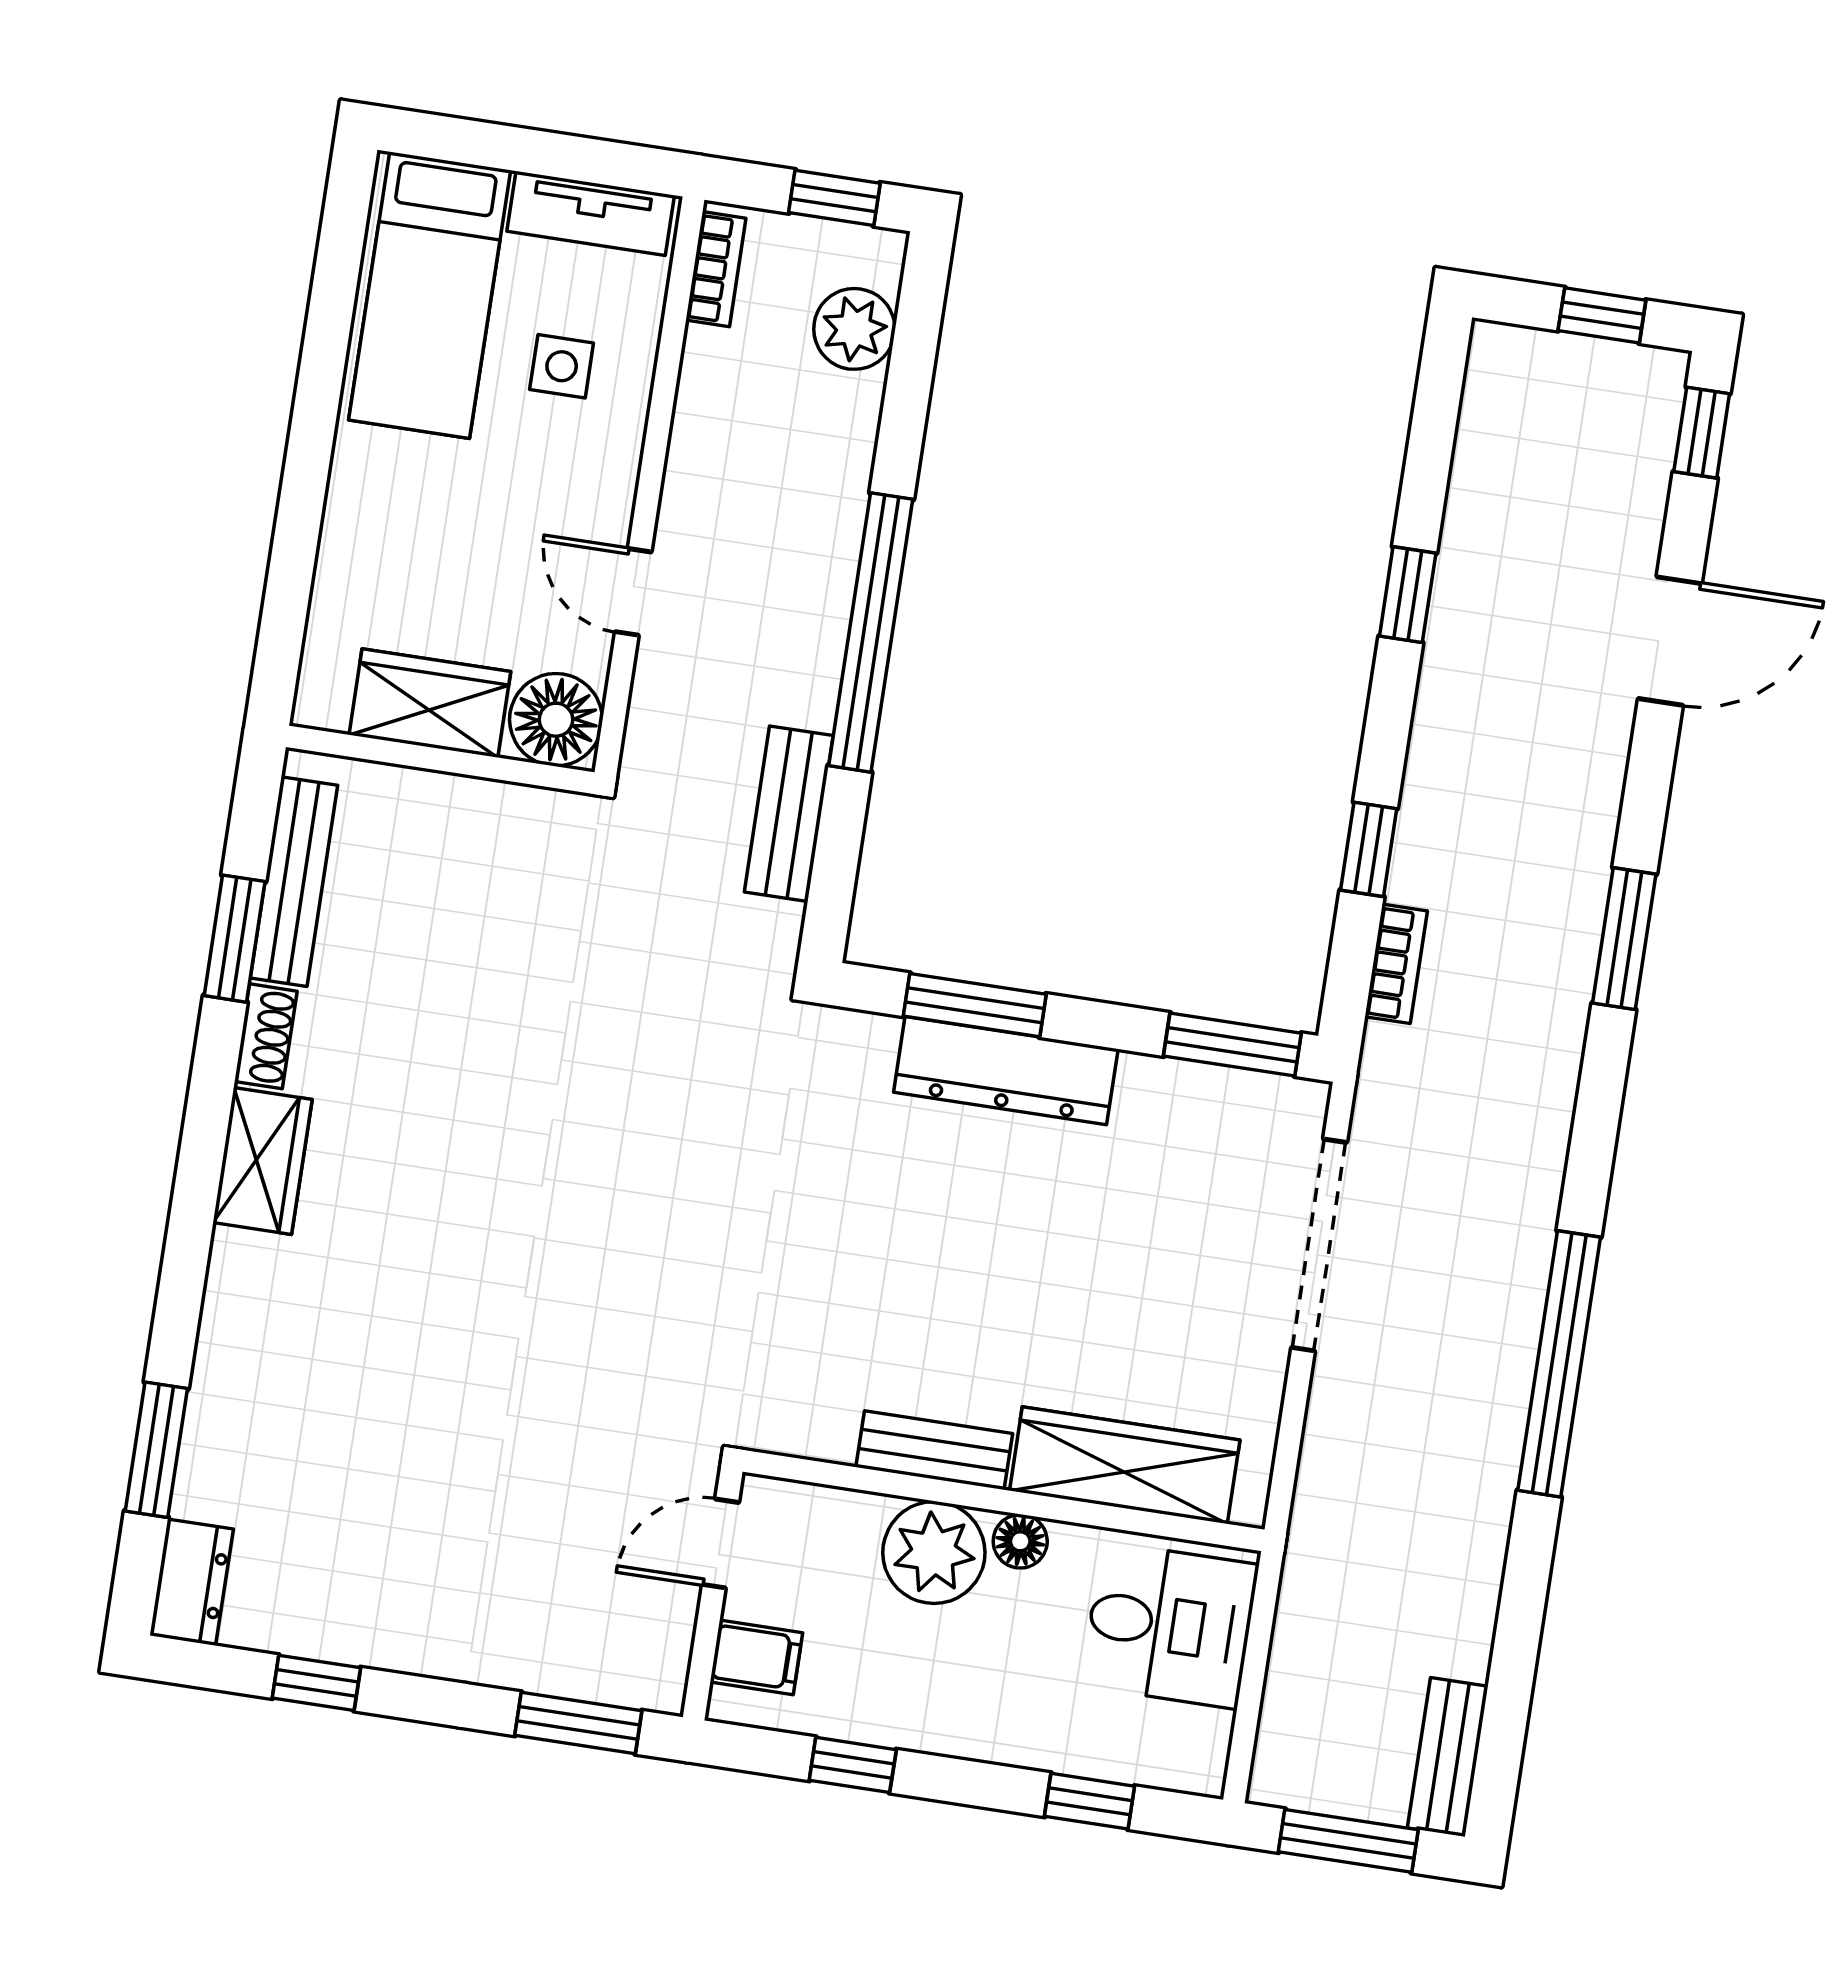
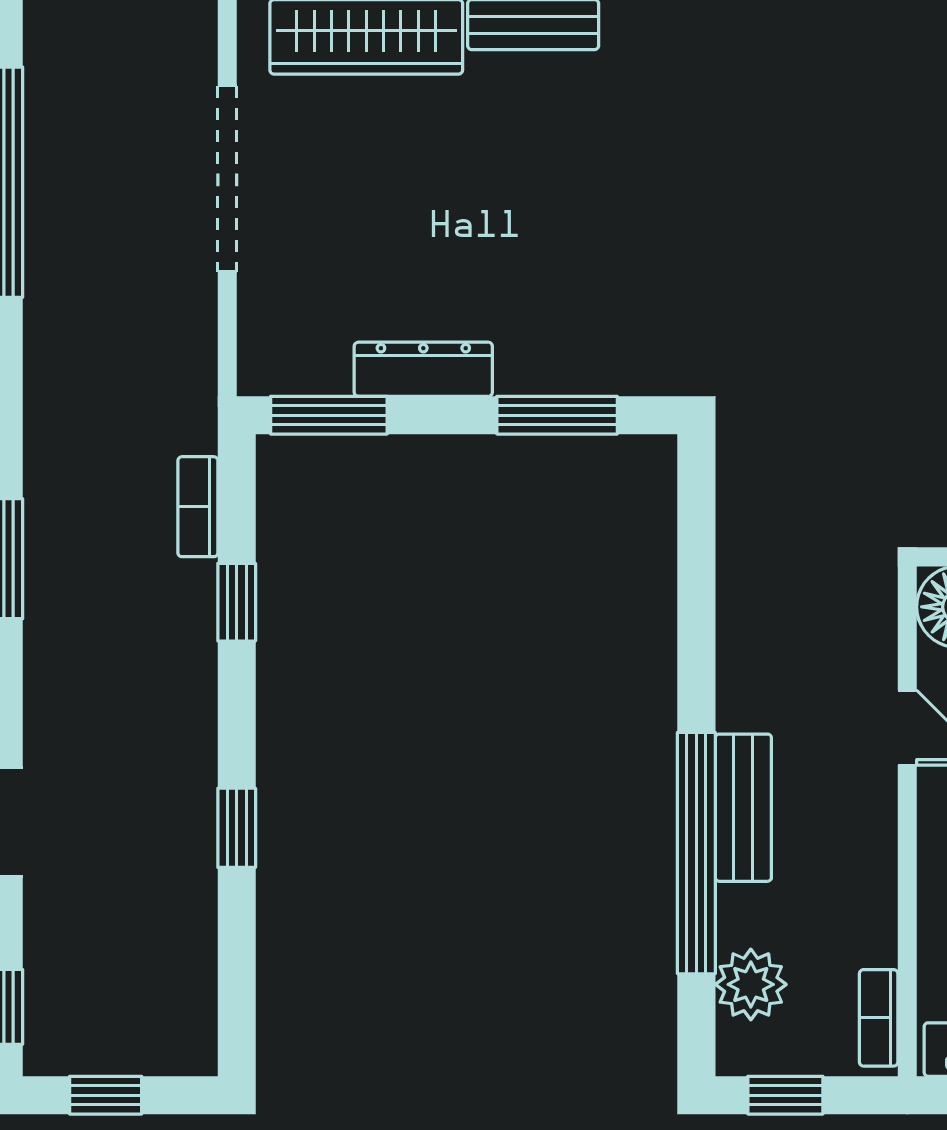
window: (871, 632) -> (696, 853), moved
bench: (789, 814) -> (743, 808), moved
dresser: (1006, 1071) -> (423, 369), moved, width x0.73, depth x0.80
doorway: (1319, 1245) -> (227, 179), moved

